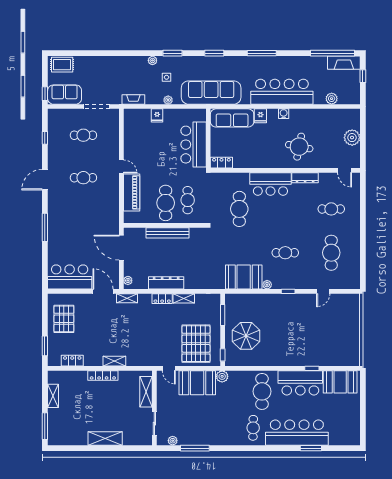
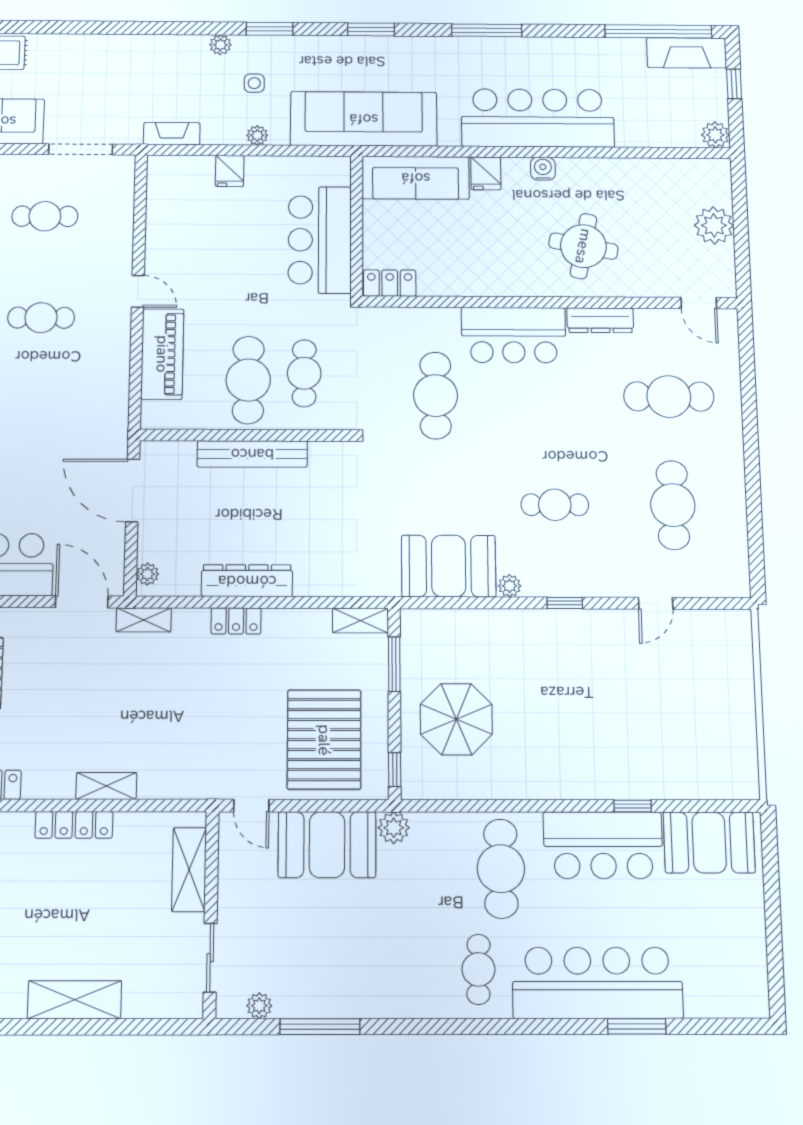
plant: (332, 99) -> (715, 135), moved
cafe table: (331, 209) -> (669, 396), width x1.37, depth x1.35
shelving: (184, 298) -> (360, 621), moved

